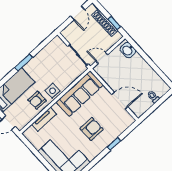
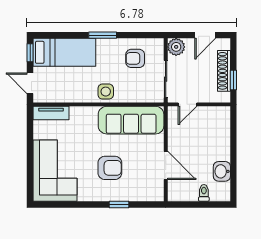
plant: (68, 33) -> (176, 47), added
washbasin: (128, 50) -> (222, 171), moved
door: (102, 58) -> (187, 104), swing flipped
armchair: (37, 100) -> (135, 58), moved
tv unit: (44, 119) -> (51, 113), moved

